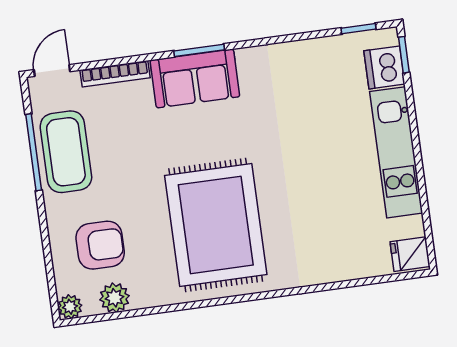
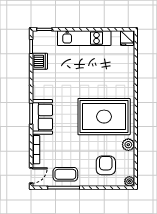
dishwasher: (384, 67) -> (40, 61), moved, turned -90
door: (52, 71) -> (31, 175), swing flipped
coffee table: (66, 152) -> (65, 174), width x0.73, depth x0.76
plant: (115, 298) -> (128, 145), moved

